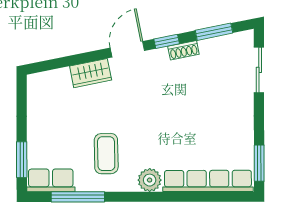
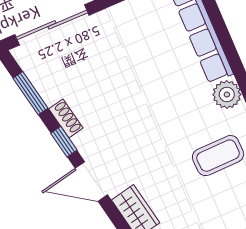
sliding door: (259, 70) -> (52, 25), width x1.37

